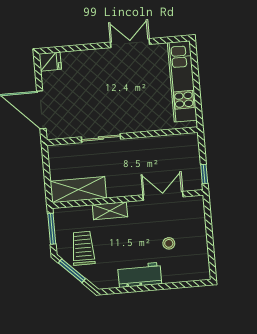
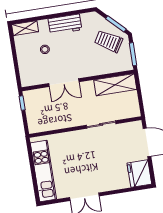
fridge: (50, 62) -> (139, 174), width x1.88, depth x1.34
double door: (163, 196) -> (64, 83), moved
shelving: (110, 211) -> (25, 28), moved
trolley: (83, 248) -> (109, 41), turned 121

